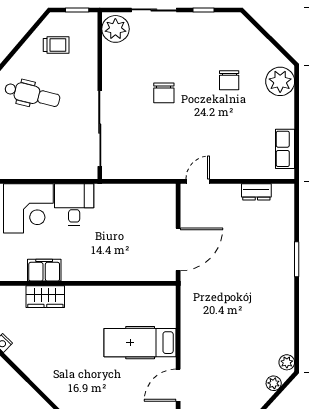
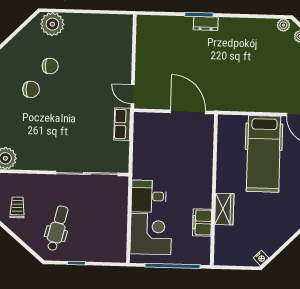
chair: (164, 93) -> (31, 89), moved
row of seats: (285, 149) -> (122, 124), moved, turned 90
dresser: (256, 192) -> (206, 23), moved, turned 90
wardrobe: (45, 297) -> (224, 209), moved
hospital bed: (140, 343) -> (264, 154), width x1.37, depth x1.29

